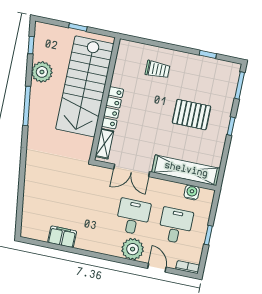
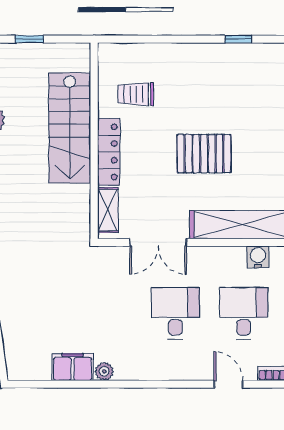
trolley: (158, 69) -> (136, 94), moved, turned 180
stairs: (85, 86) -> (70, 128), width x0.73, depth x0.66
pallet: (192, 115) -> (204, 154), moved
plant: (133, 249) -> (104, 371), moved, width x0.53, depth x0.53

